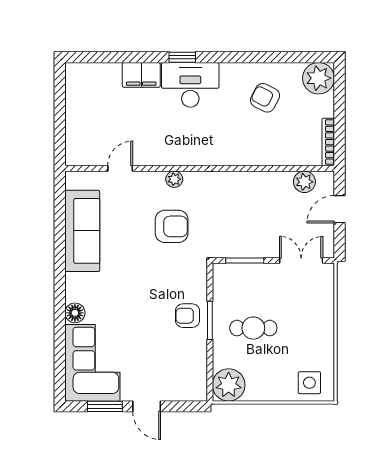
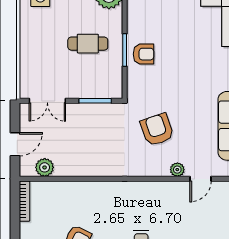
plant: (174, 179) -> (177, 170), moved
armchair: (172, 226) -> (157, 130), turned 71

